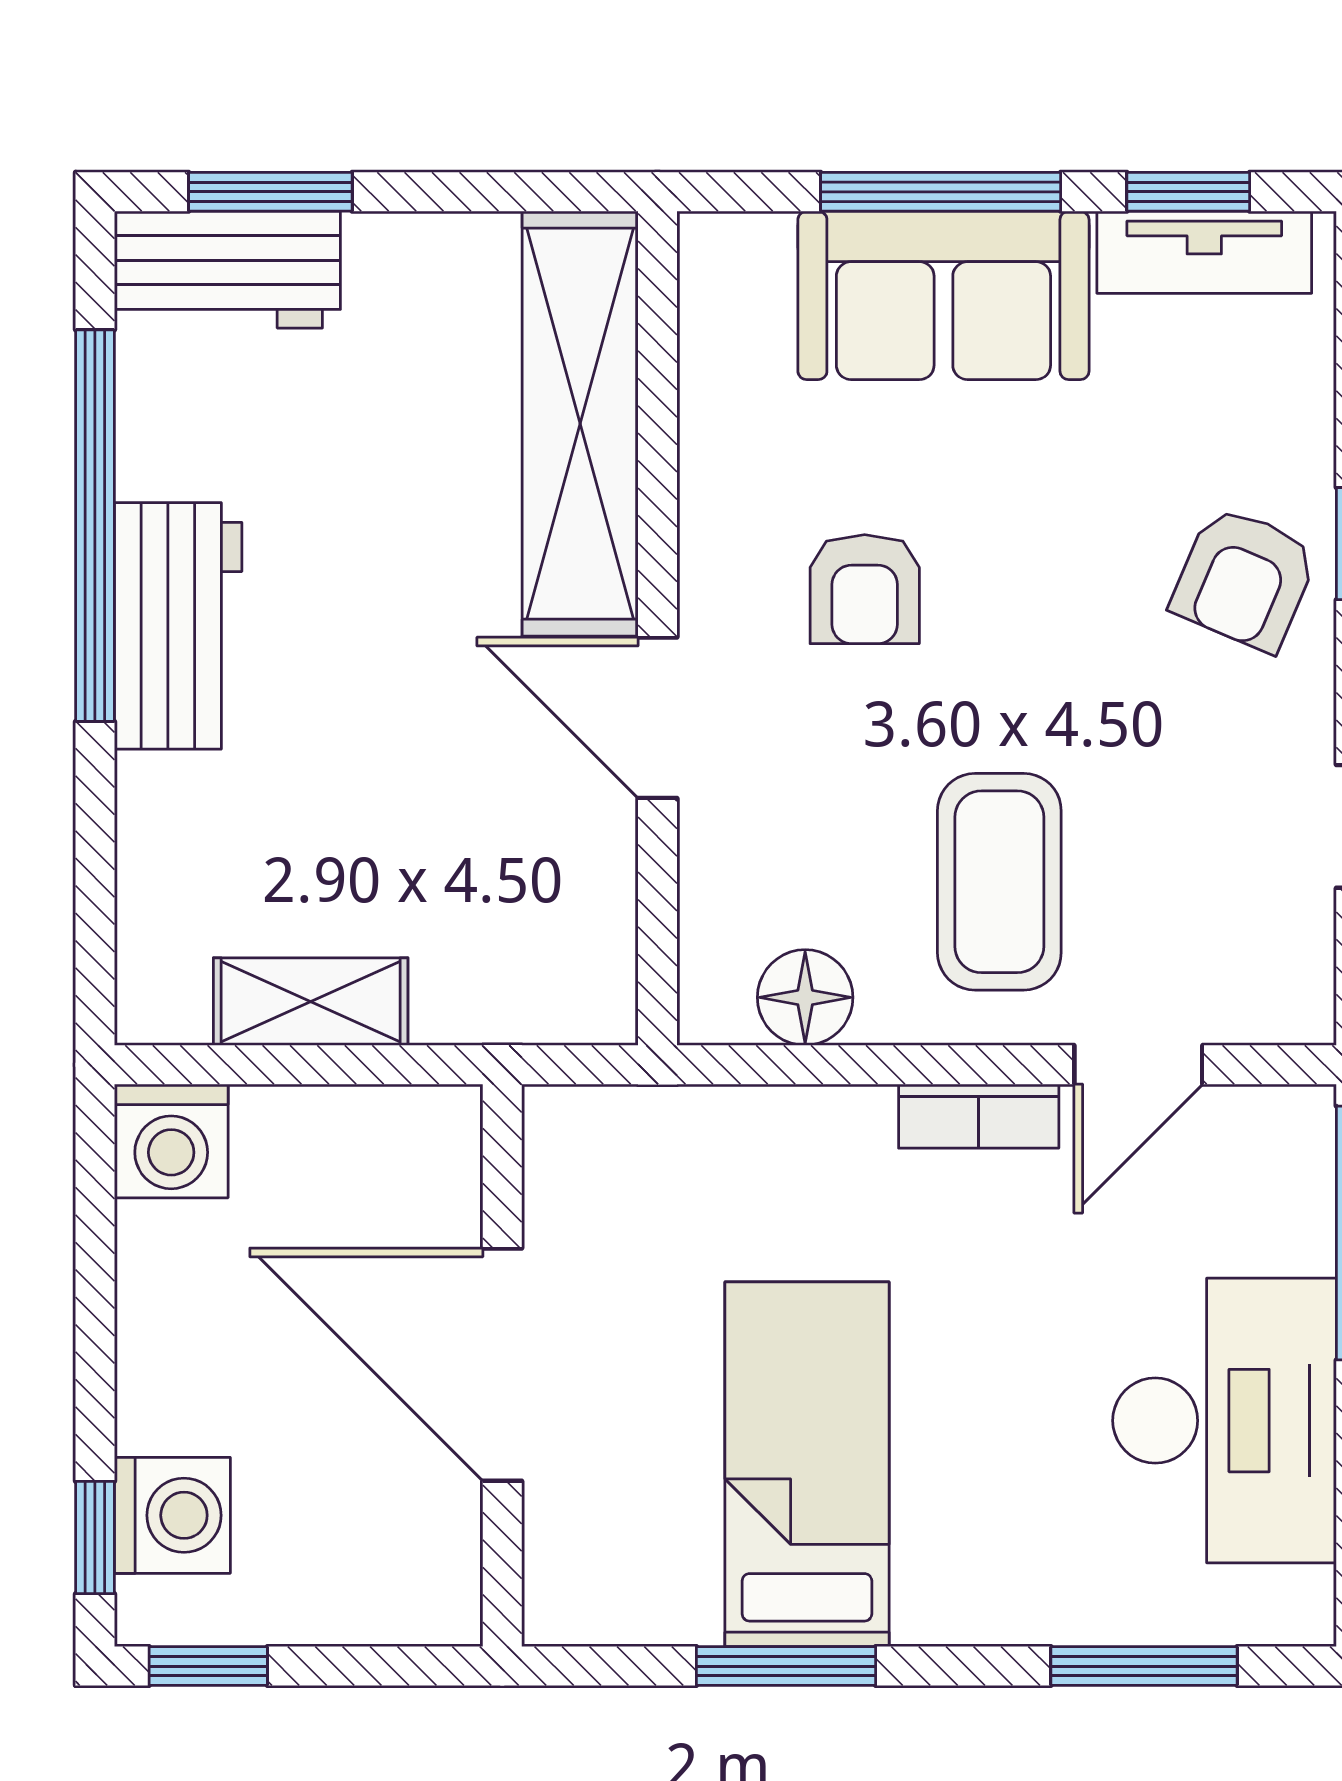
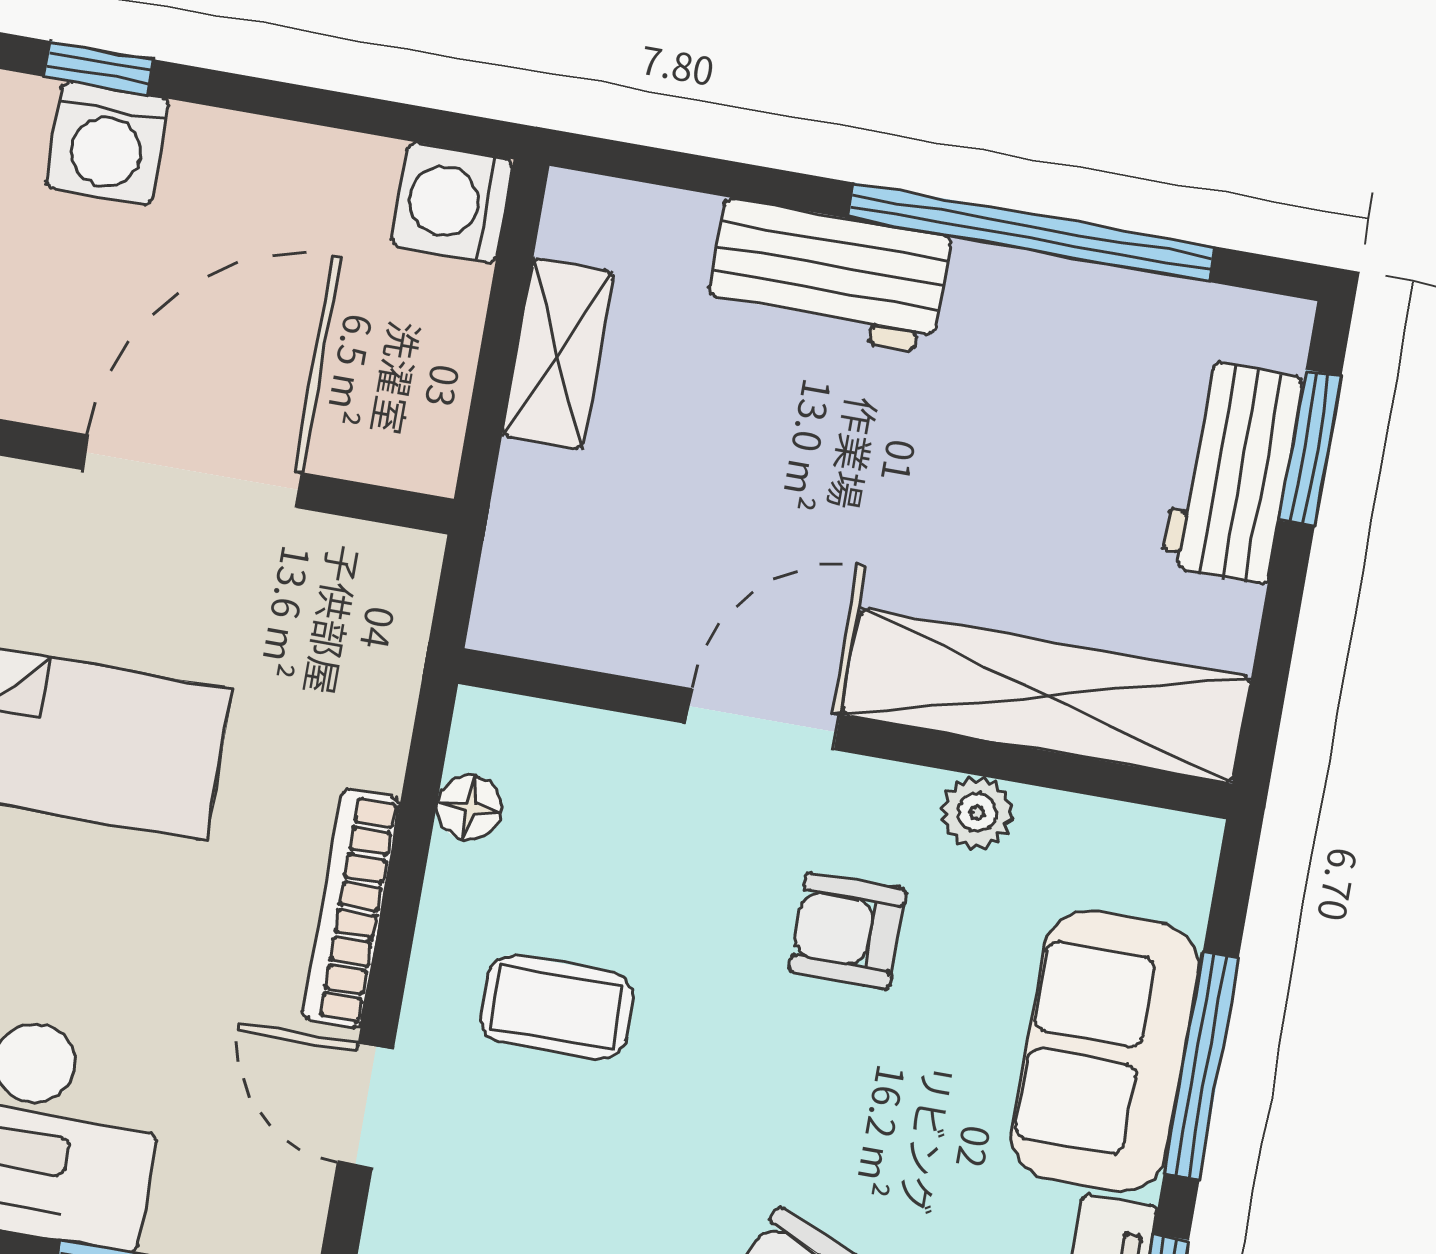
workbench: (227, 270) -> (1232, 472), moved
plant: (716, 475) -> (977, 813), added
workbench: (178, 626) -> (828, 276), moved
coffee table: (999, 882) -> (556, 1007), width x0.73, depth x0.77
floor lamp: (805, 997) -> (469, 808), width x0.73, depth x0.73
bookcase: (979, 1116) -> (351, 909), width x1.56

